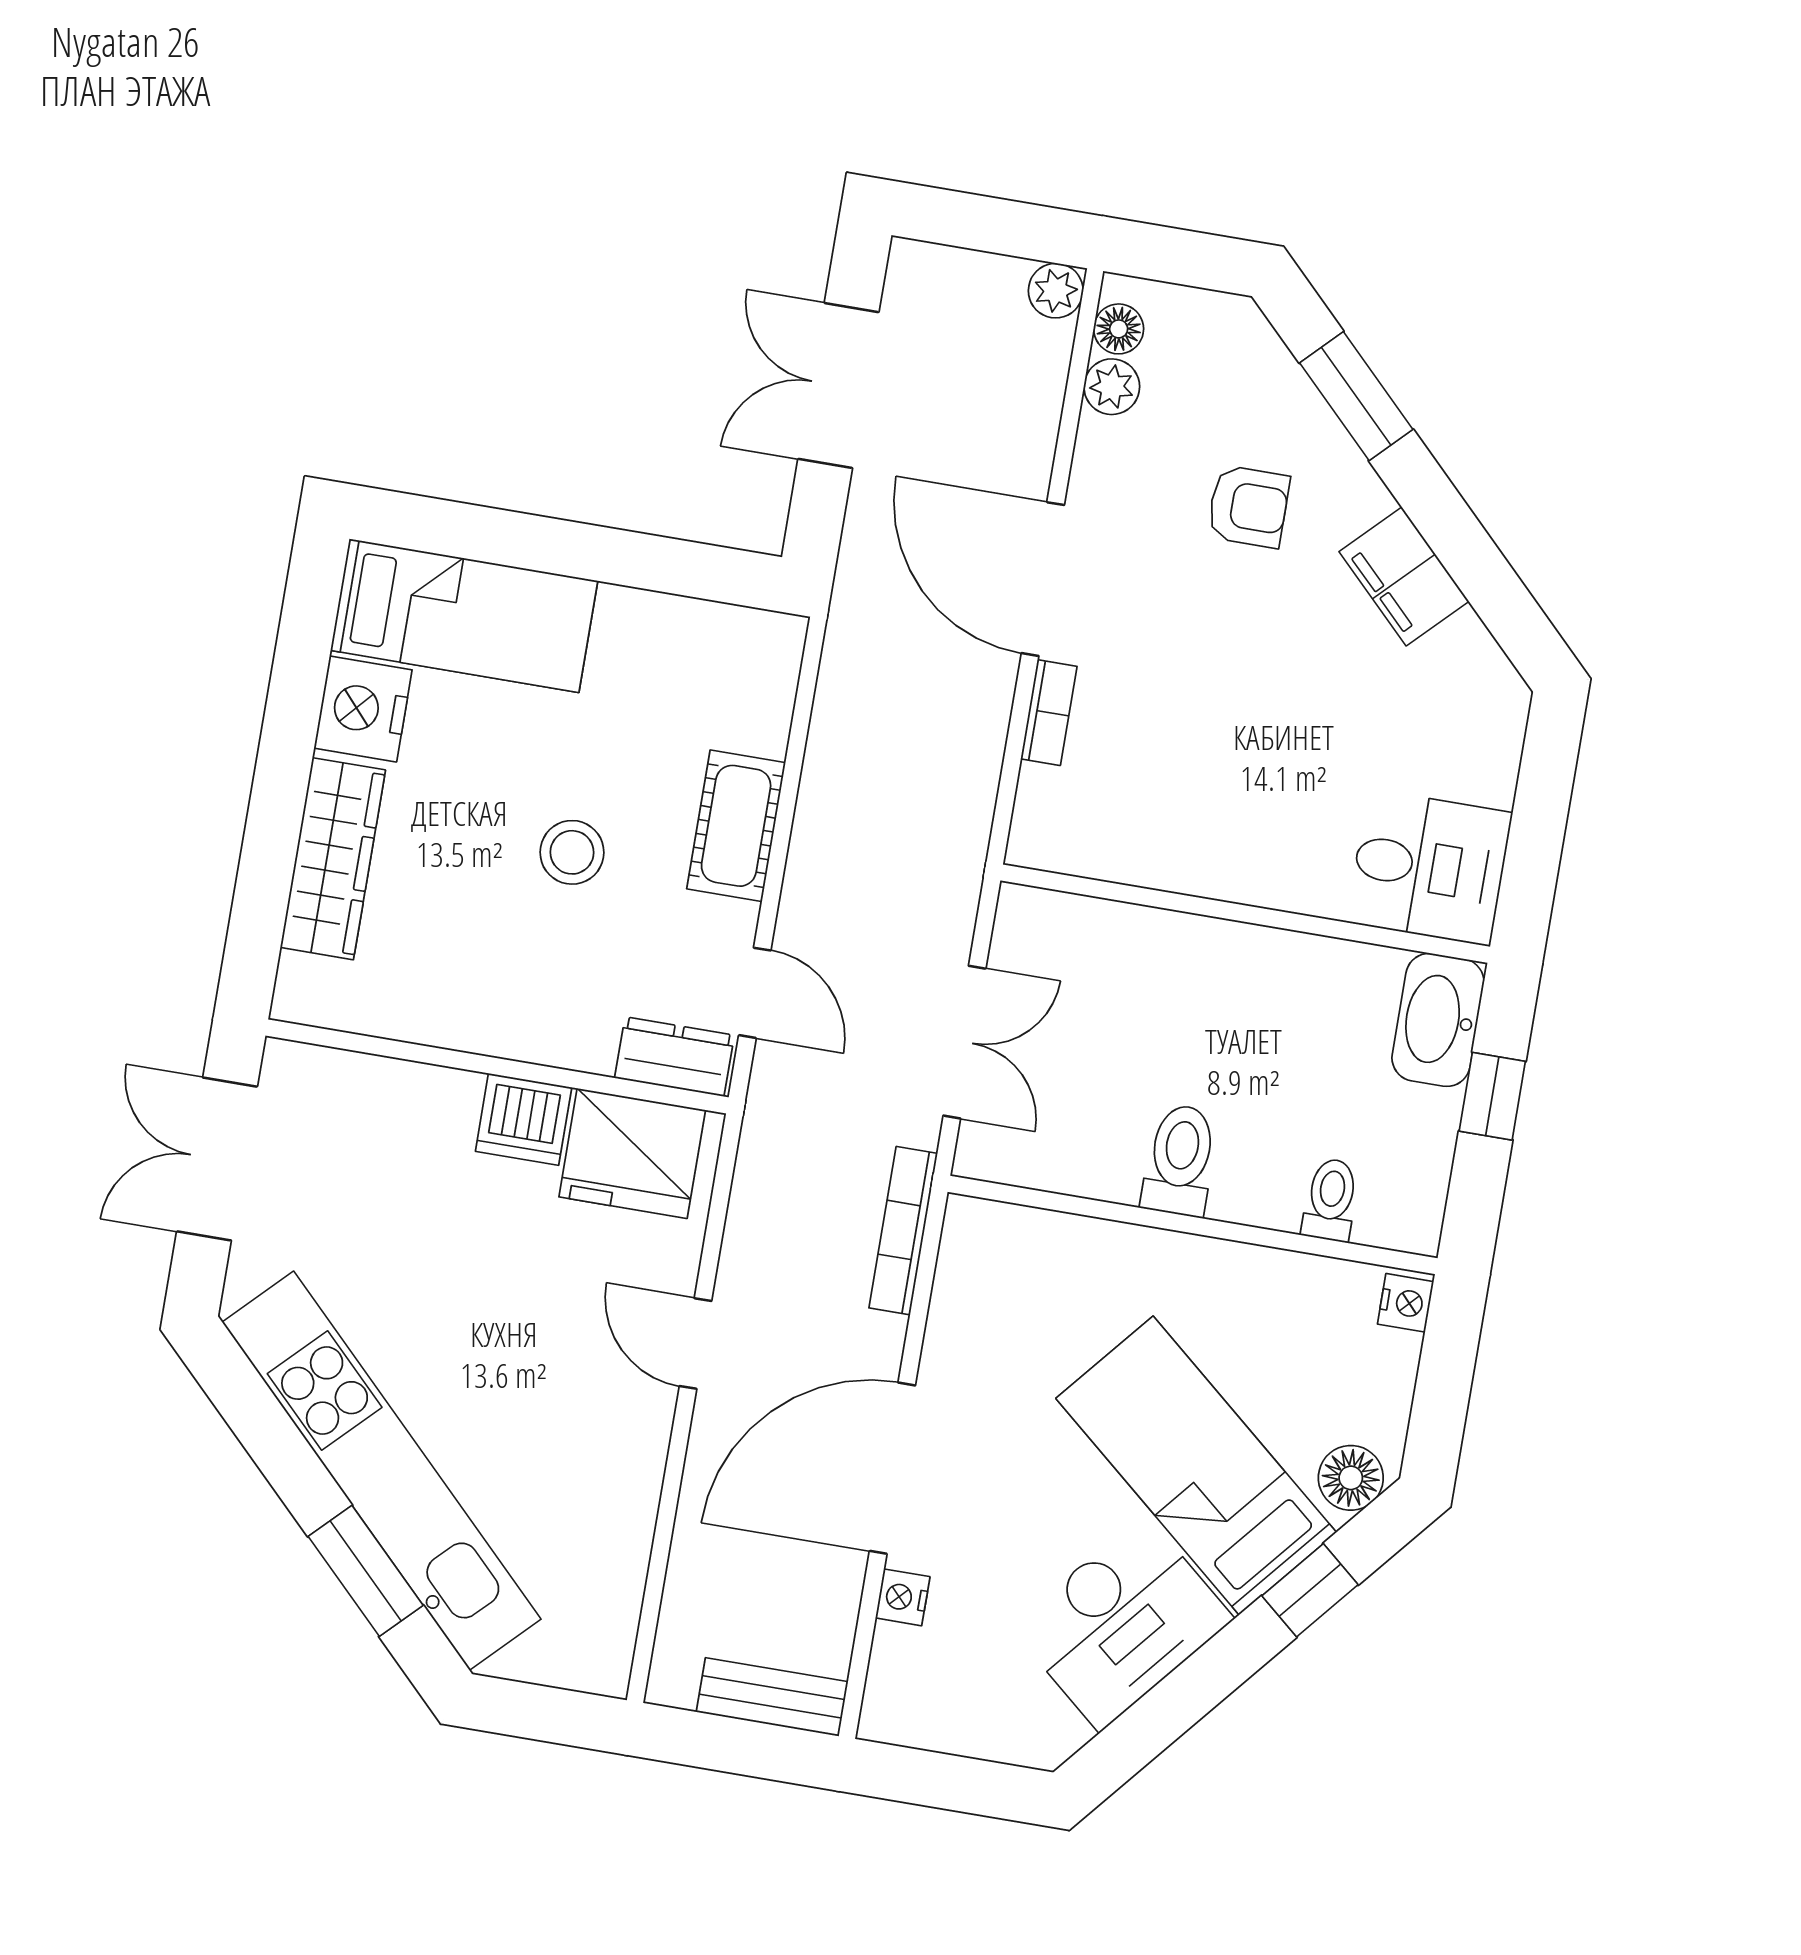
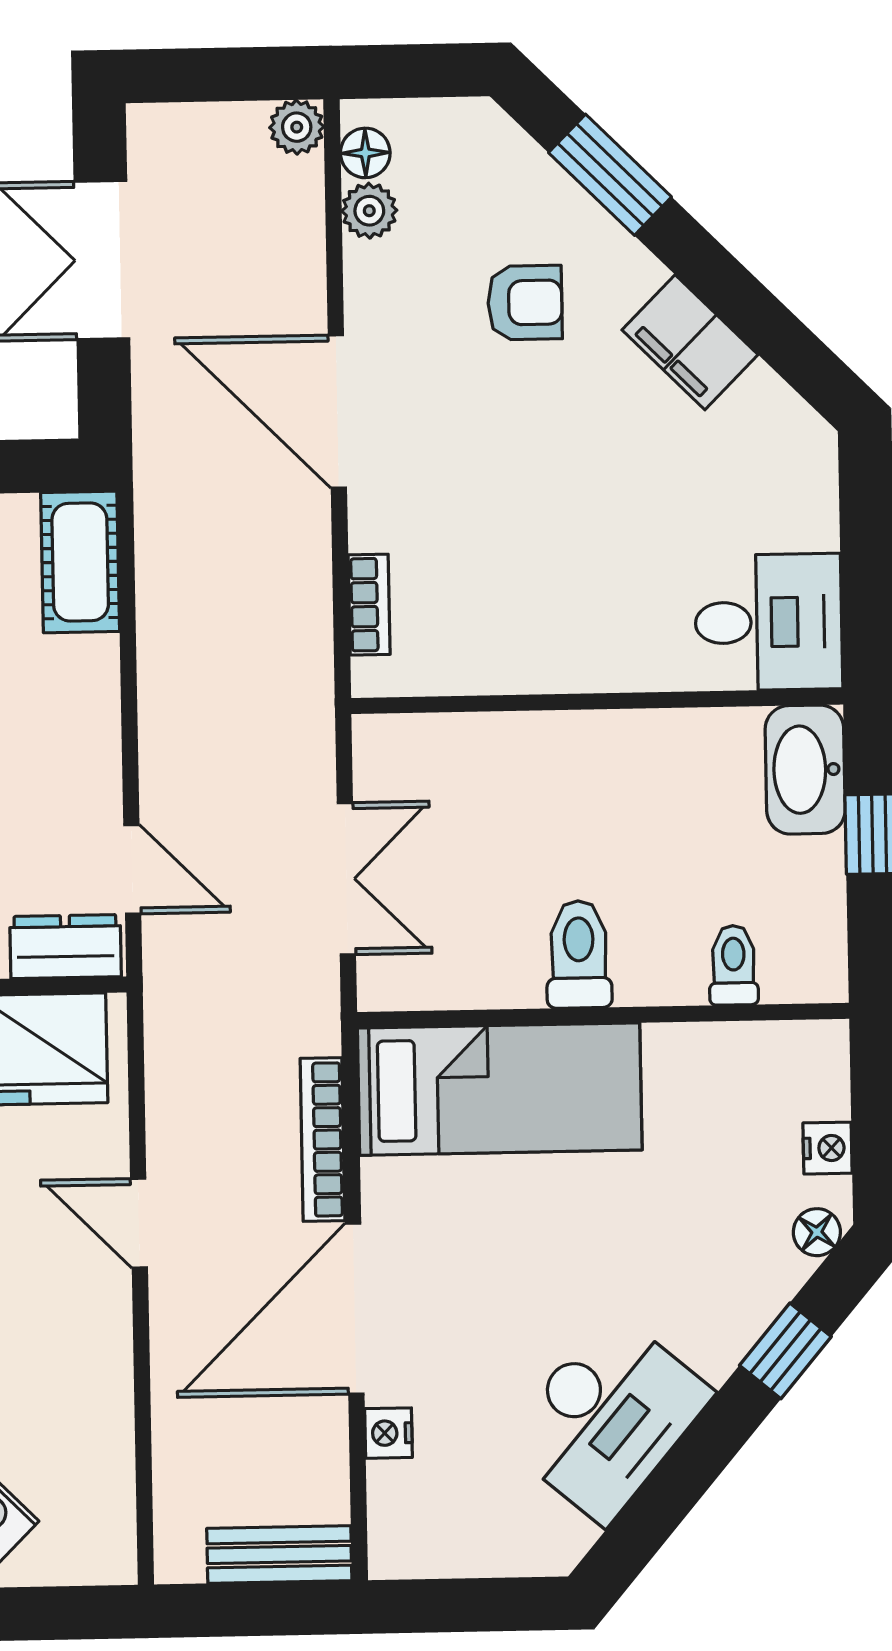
bookcase: (1049, 713) -> (369, 605), moved
cot: (736, 826) -> (80, 562), moved
bookcase: (903, 1231) -> (323, 1140), moved
nightstand: (1406, 1303) -> (828, 1148), moved
bed: (1196, 1465) -> (500, 1089), moved, turned 140
floor lamp: (1351, 1478) -> (817, 1232), width x0.73, depth x0.73

